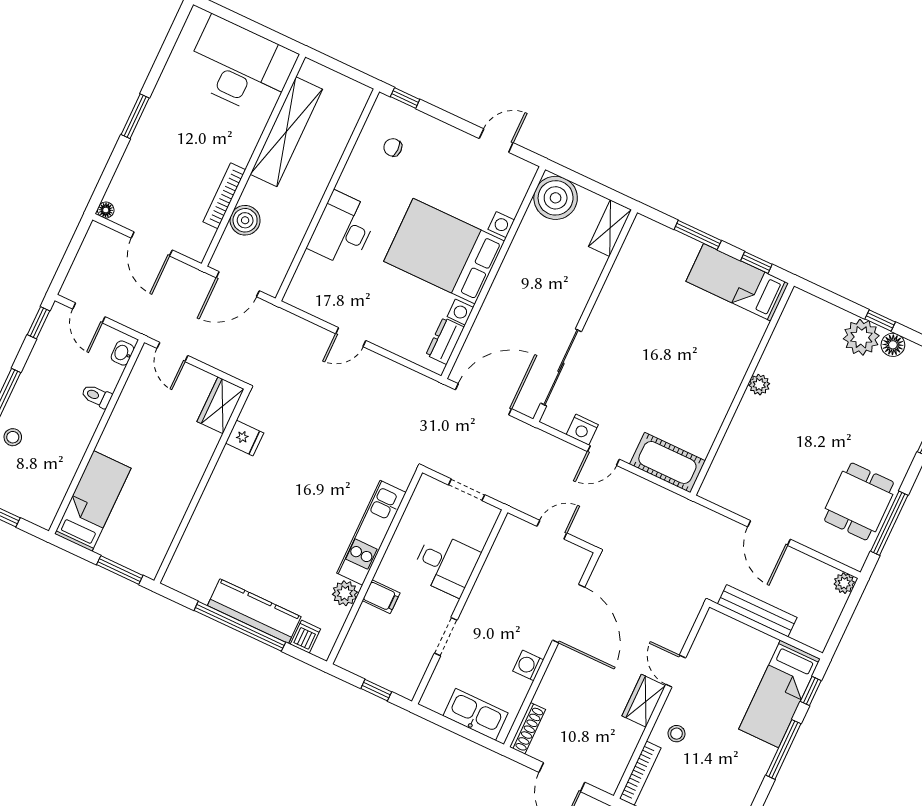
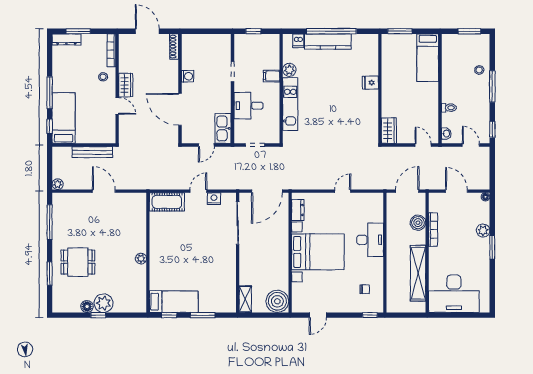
plant: (138, 153) -> (483, 231), added
fridge: (245, 438) -> (370, 83), moved
dining table: (859, 501) -> (78, 262), moved, turned 90
kitchen sink: (475, 714) -> (223, 128), moved, turned 90

